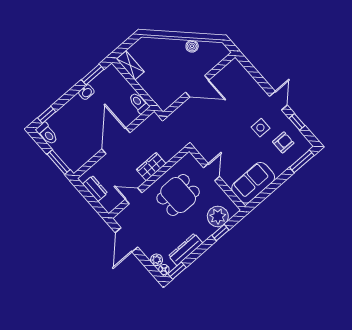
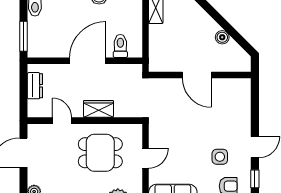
toilet: (139, 103) -> (120, 46), moved

